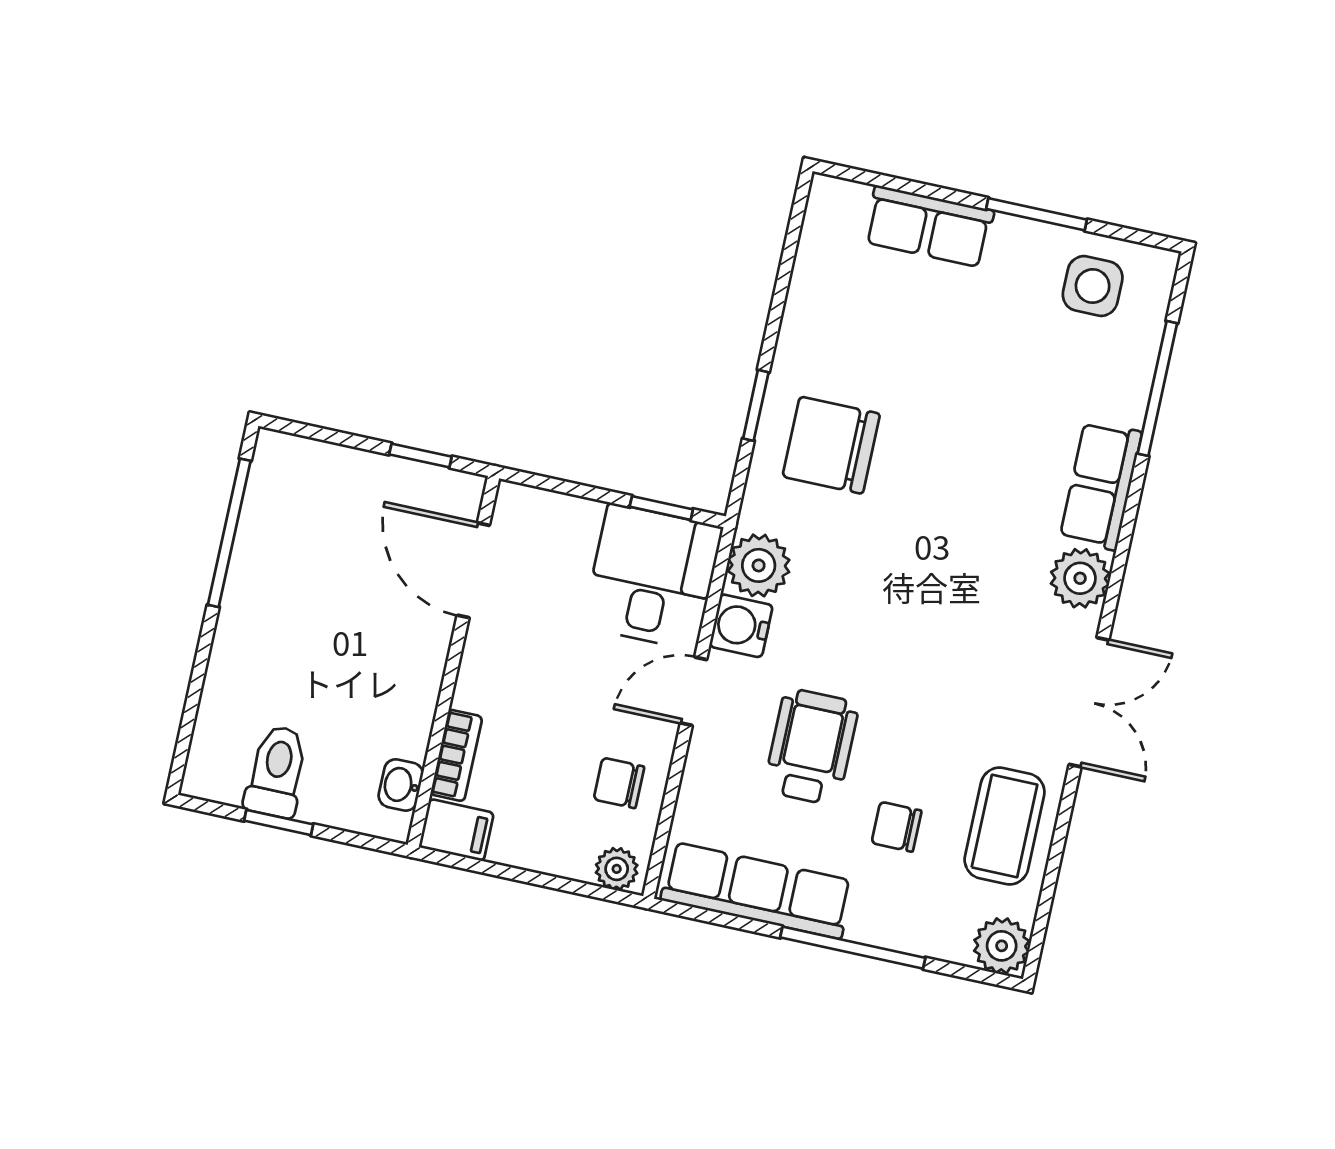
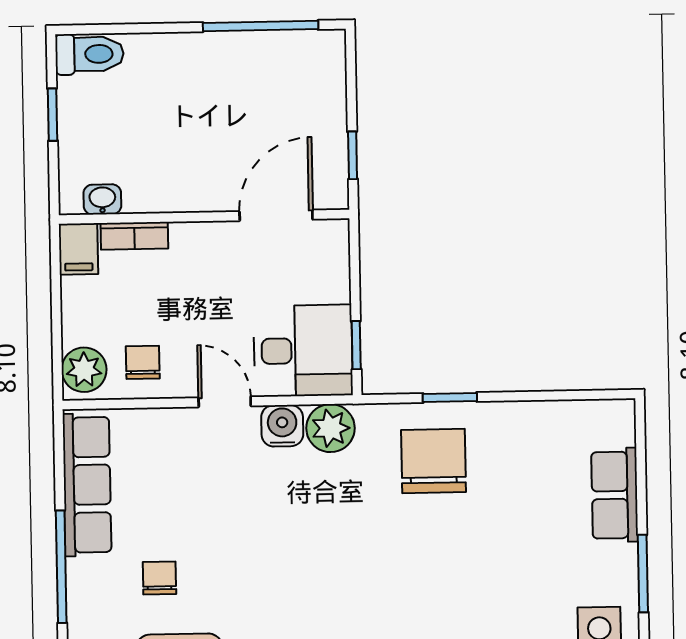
wheelchair: (811, 747) -> (204, 500), removed
toilet: (277, 771) -> (89, 54), moved
plant: (617, 869) -> (84, 370), width x1.38, depth x1.38

